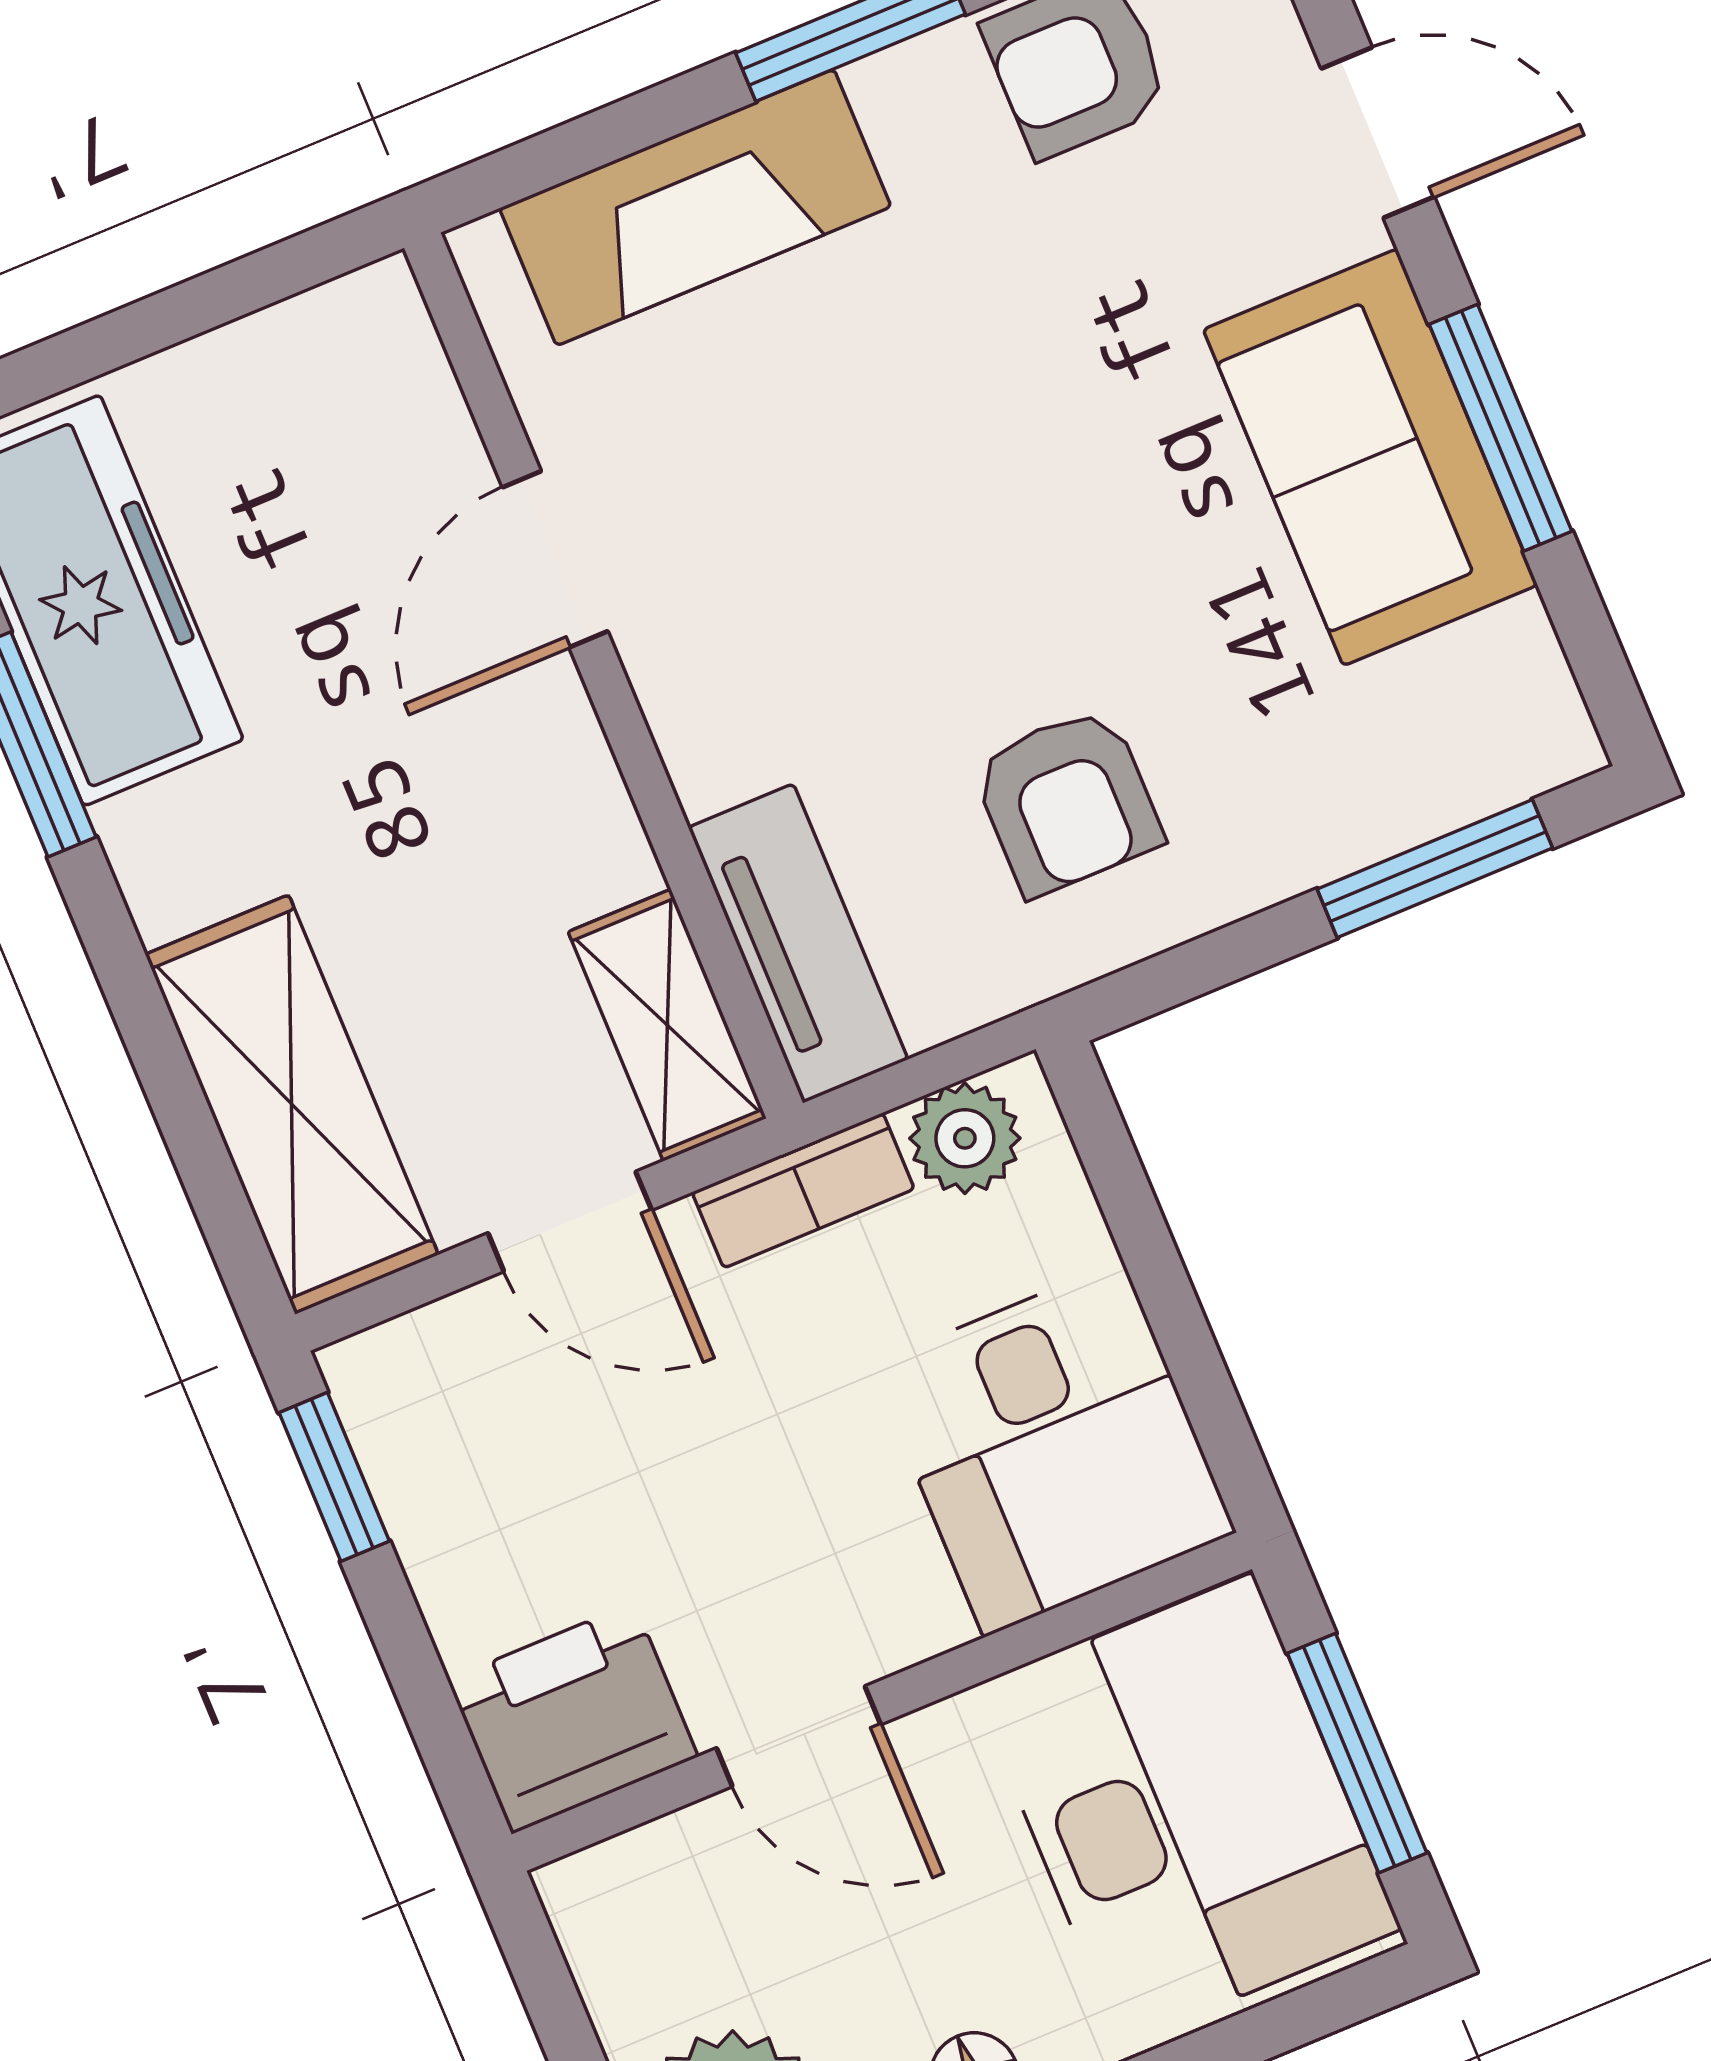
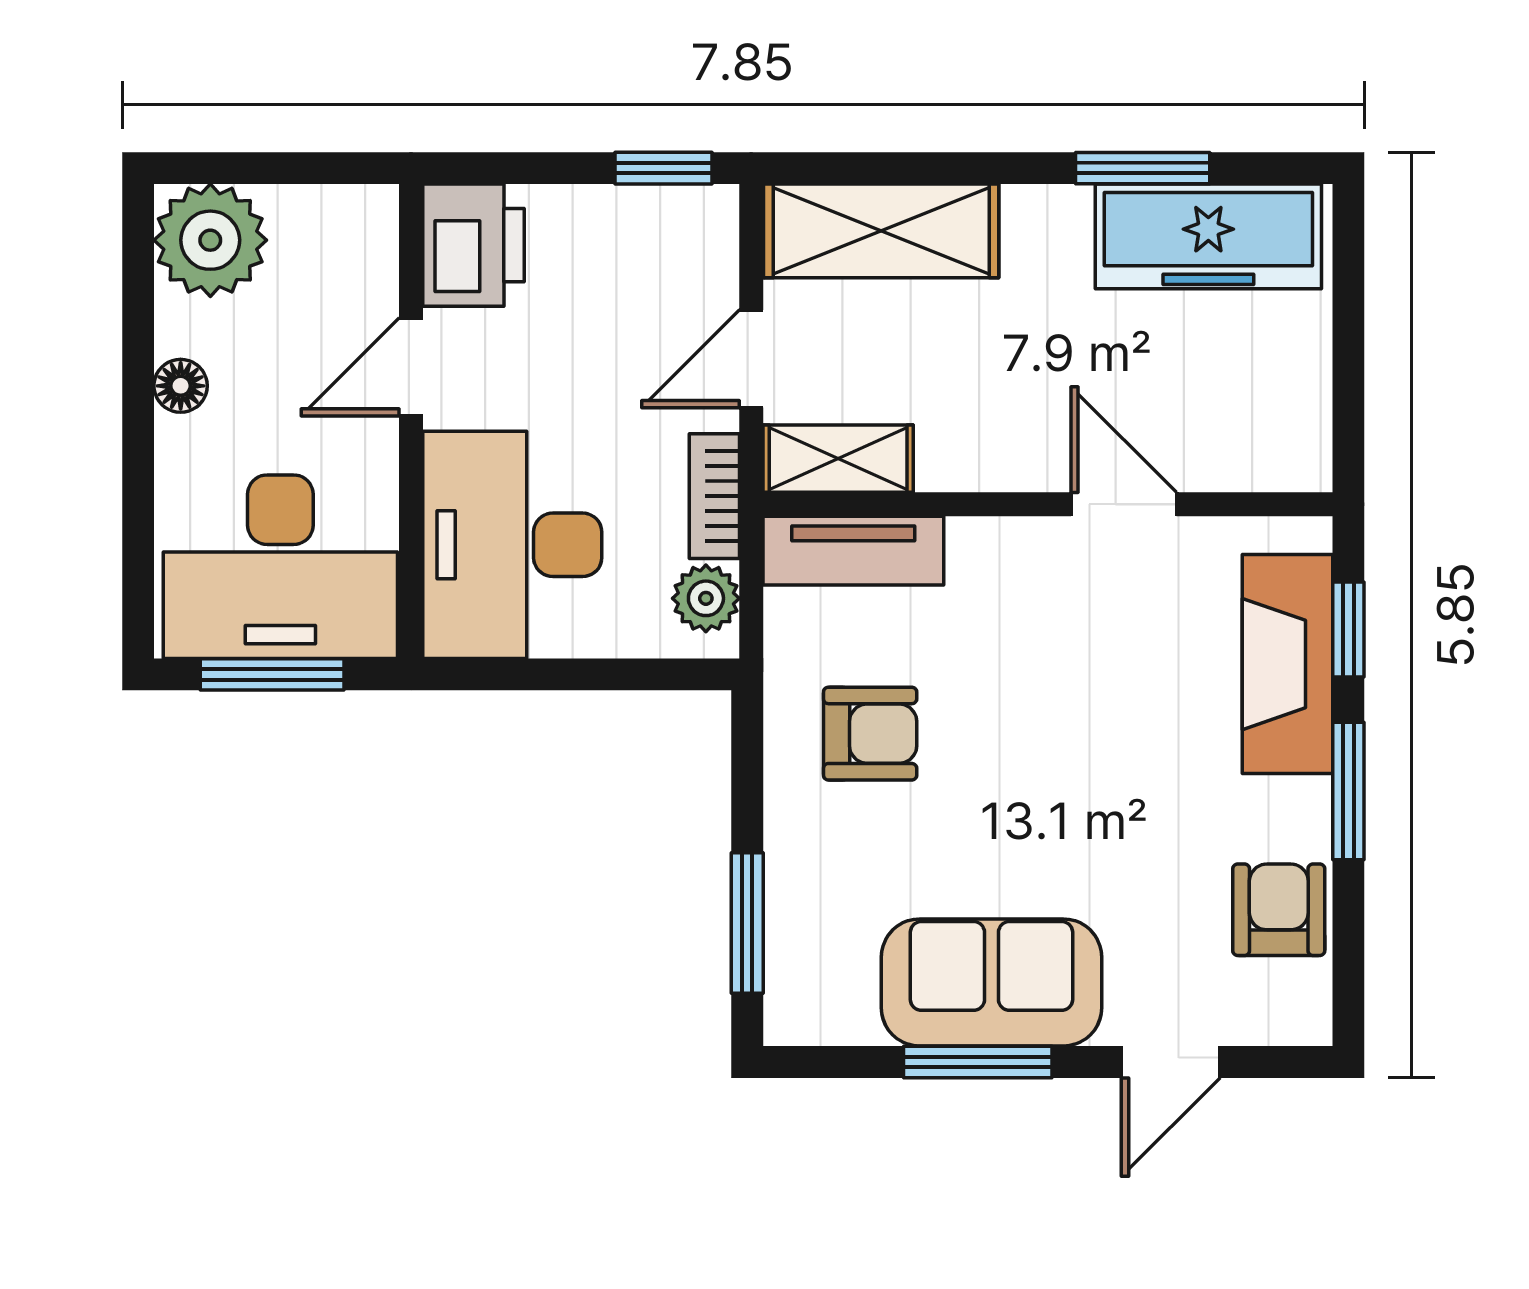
window: (604, 136) -> (1348, 629), added
armchair: (1067, 801) -> (870, 734), turned 180
desk: (1053, 1449) -> (512, 545), width x1.37

